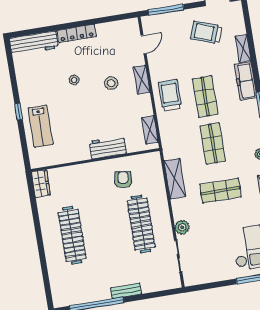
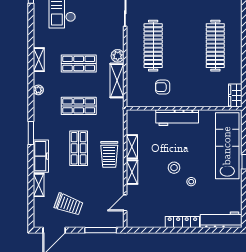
stool: (111, 83) -> (174, 168), moved
lab bench: (41, 126) -> (227, 146), width x1.86, depth x1.39
shelving: (150, 130) -> (132, 147), moved
shop shelf: (213, 144) -> (79, 106), turned 90
workbench: (108, 147) -> (177, 118), width x1.38
armchair: (123, 180) -> (163, 87), turned 83
plant: (182, 227) -> (118, 56), moved

